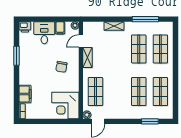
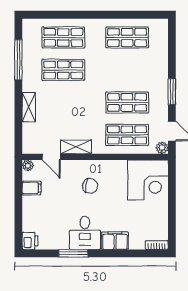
desk: (44, 33) -> (85, 233), moved, turned -90
shop shelf: (139, 92) -> (127, 102), moved
filing cabinet: (25, 94) -> (115, 241), moved
window: (150, 121) -> (172, 92), moved

